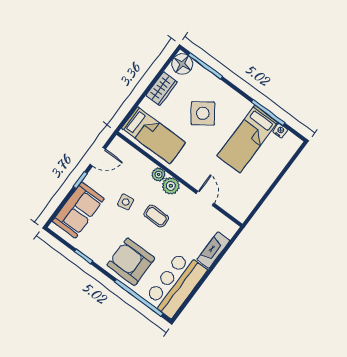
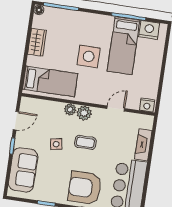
floor lamp: (182, 64) -> (39, 10), width x0.53, depth x0.53
side table: (203, 113) -> (89, 56), moved, turned 36
nightstand: (280, 131) -> (149, 30), width x1.89, depth x1.79
door: (205, 198) -> (116, 109), hinge flipped
nightstand: (239, 212) -> (147, 105), added

